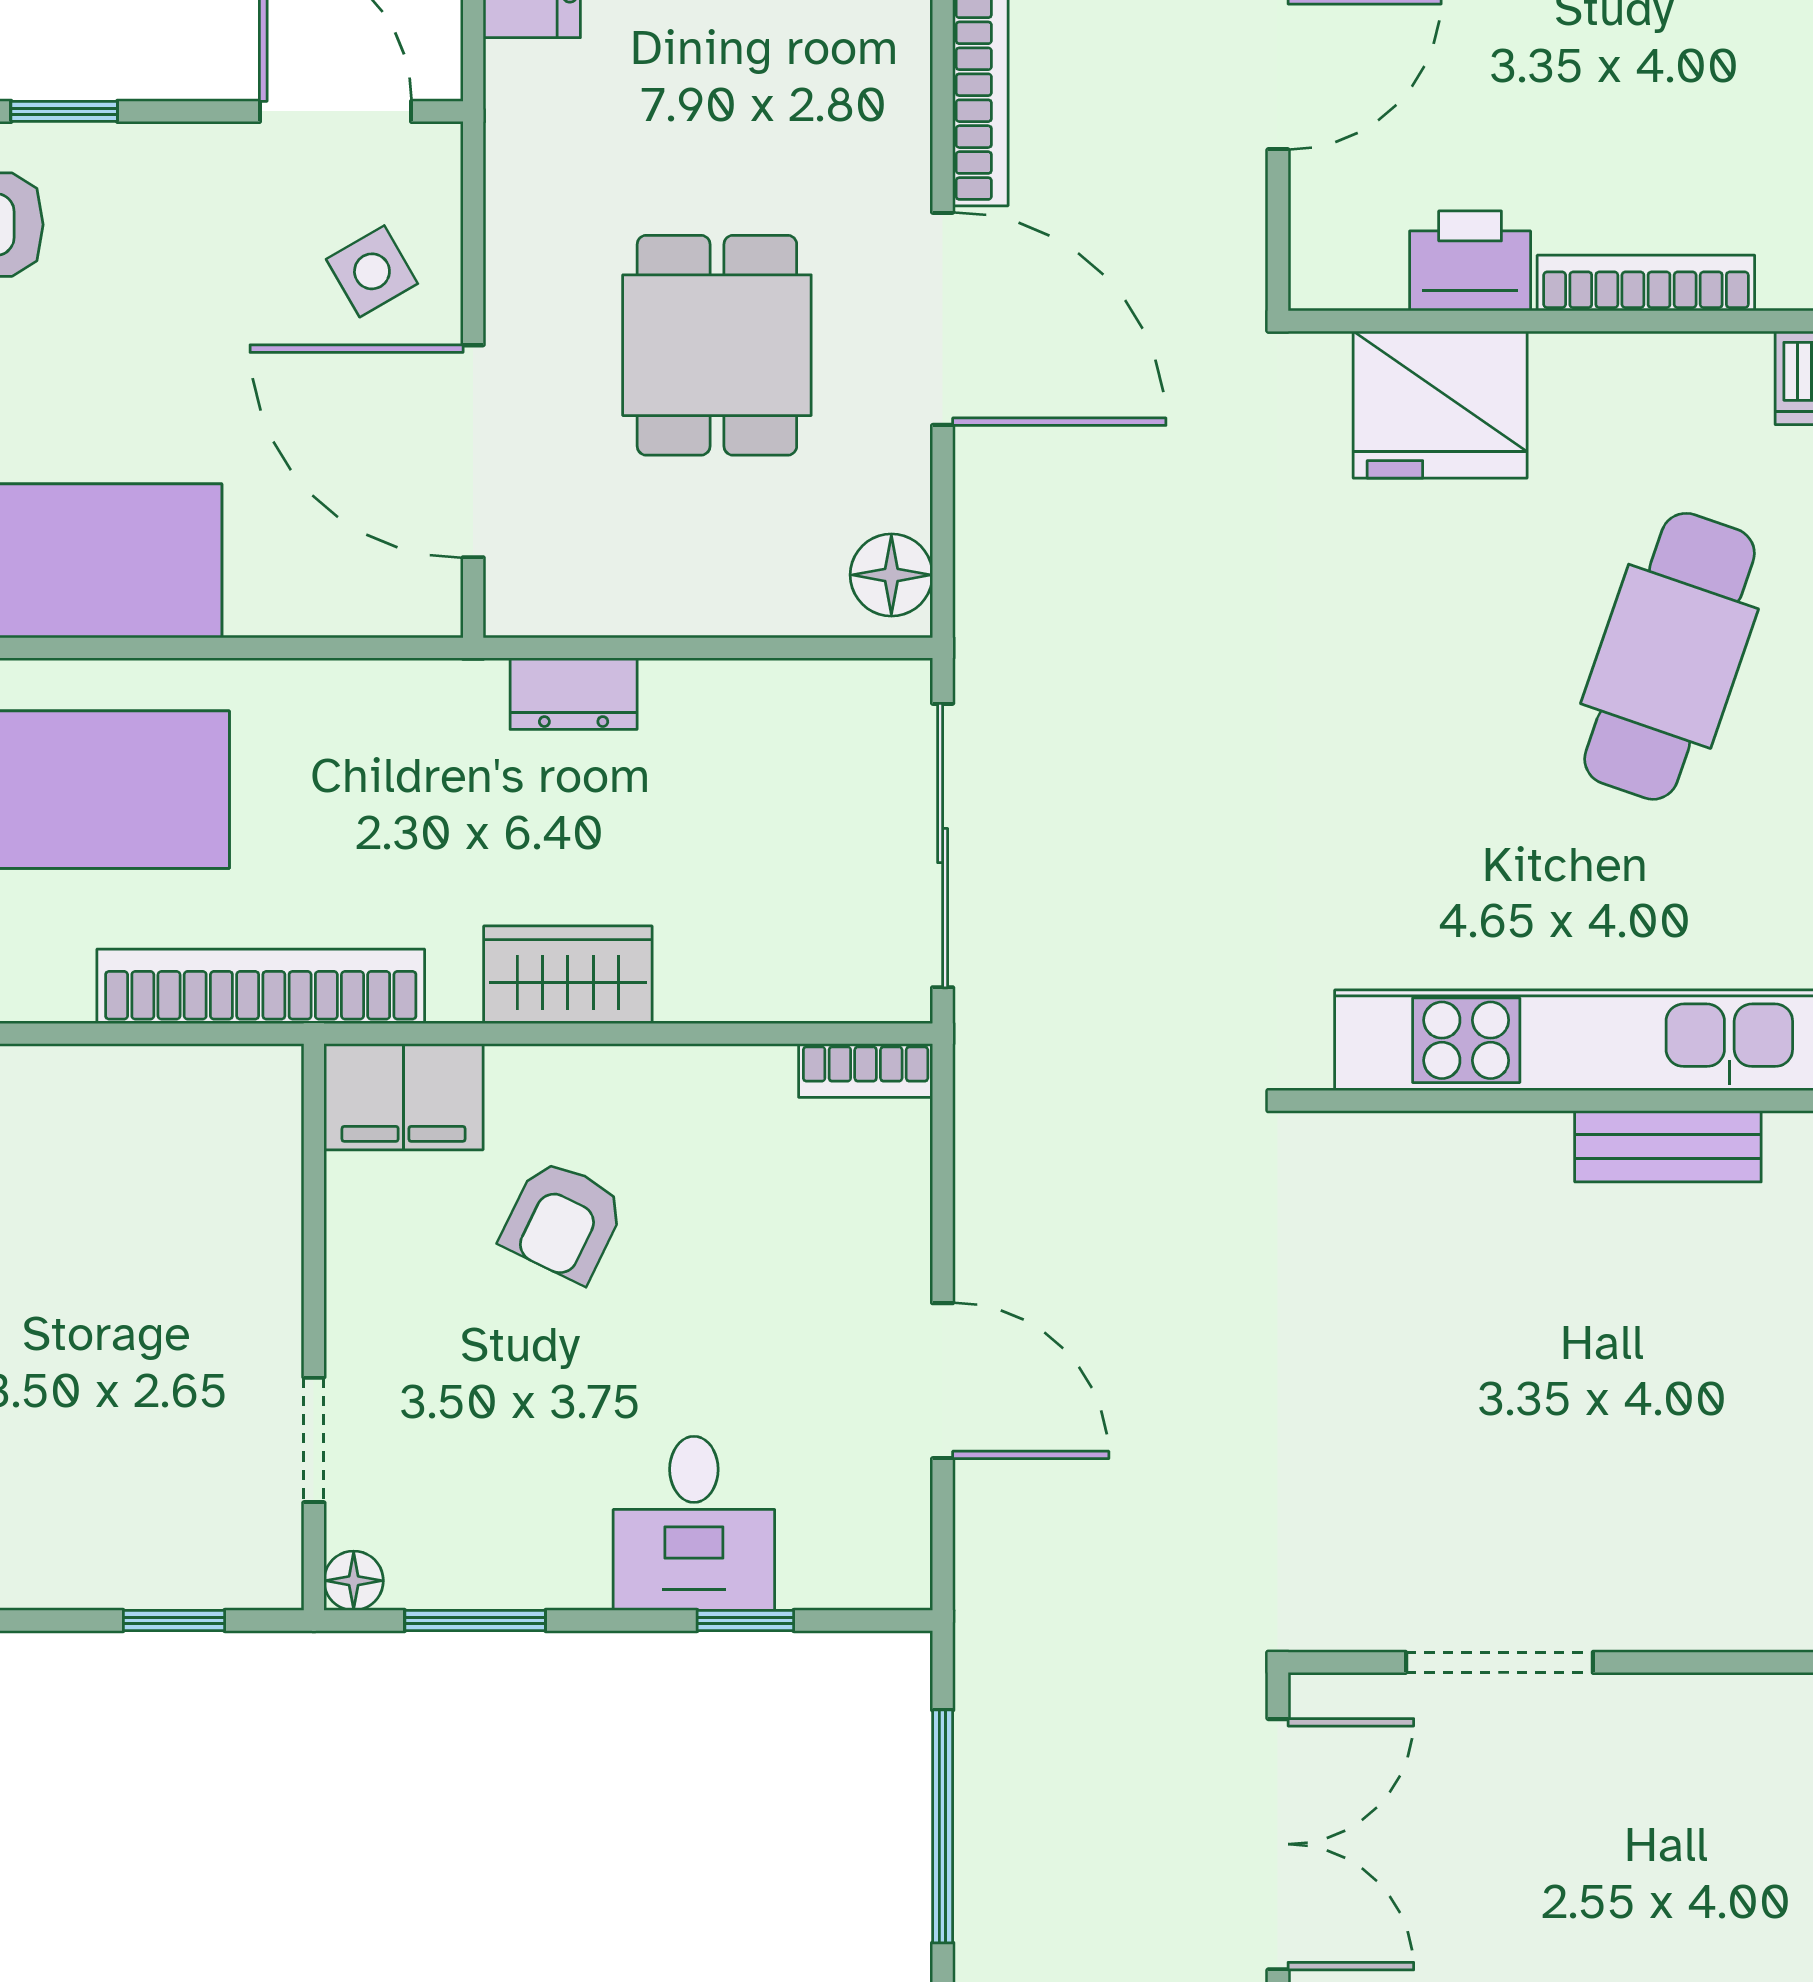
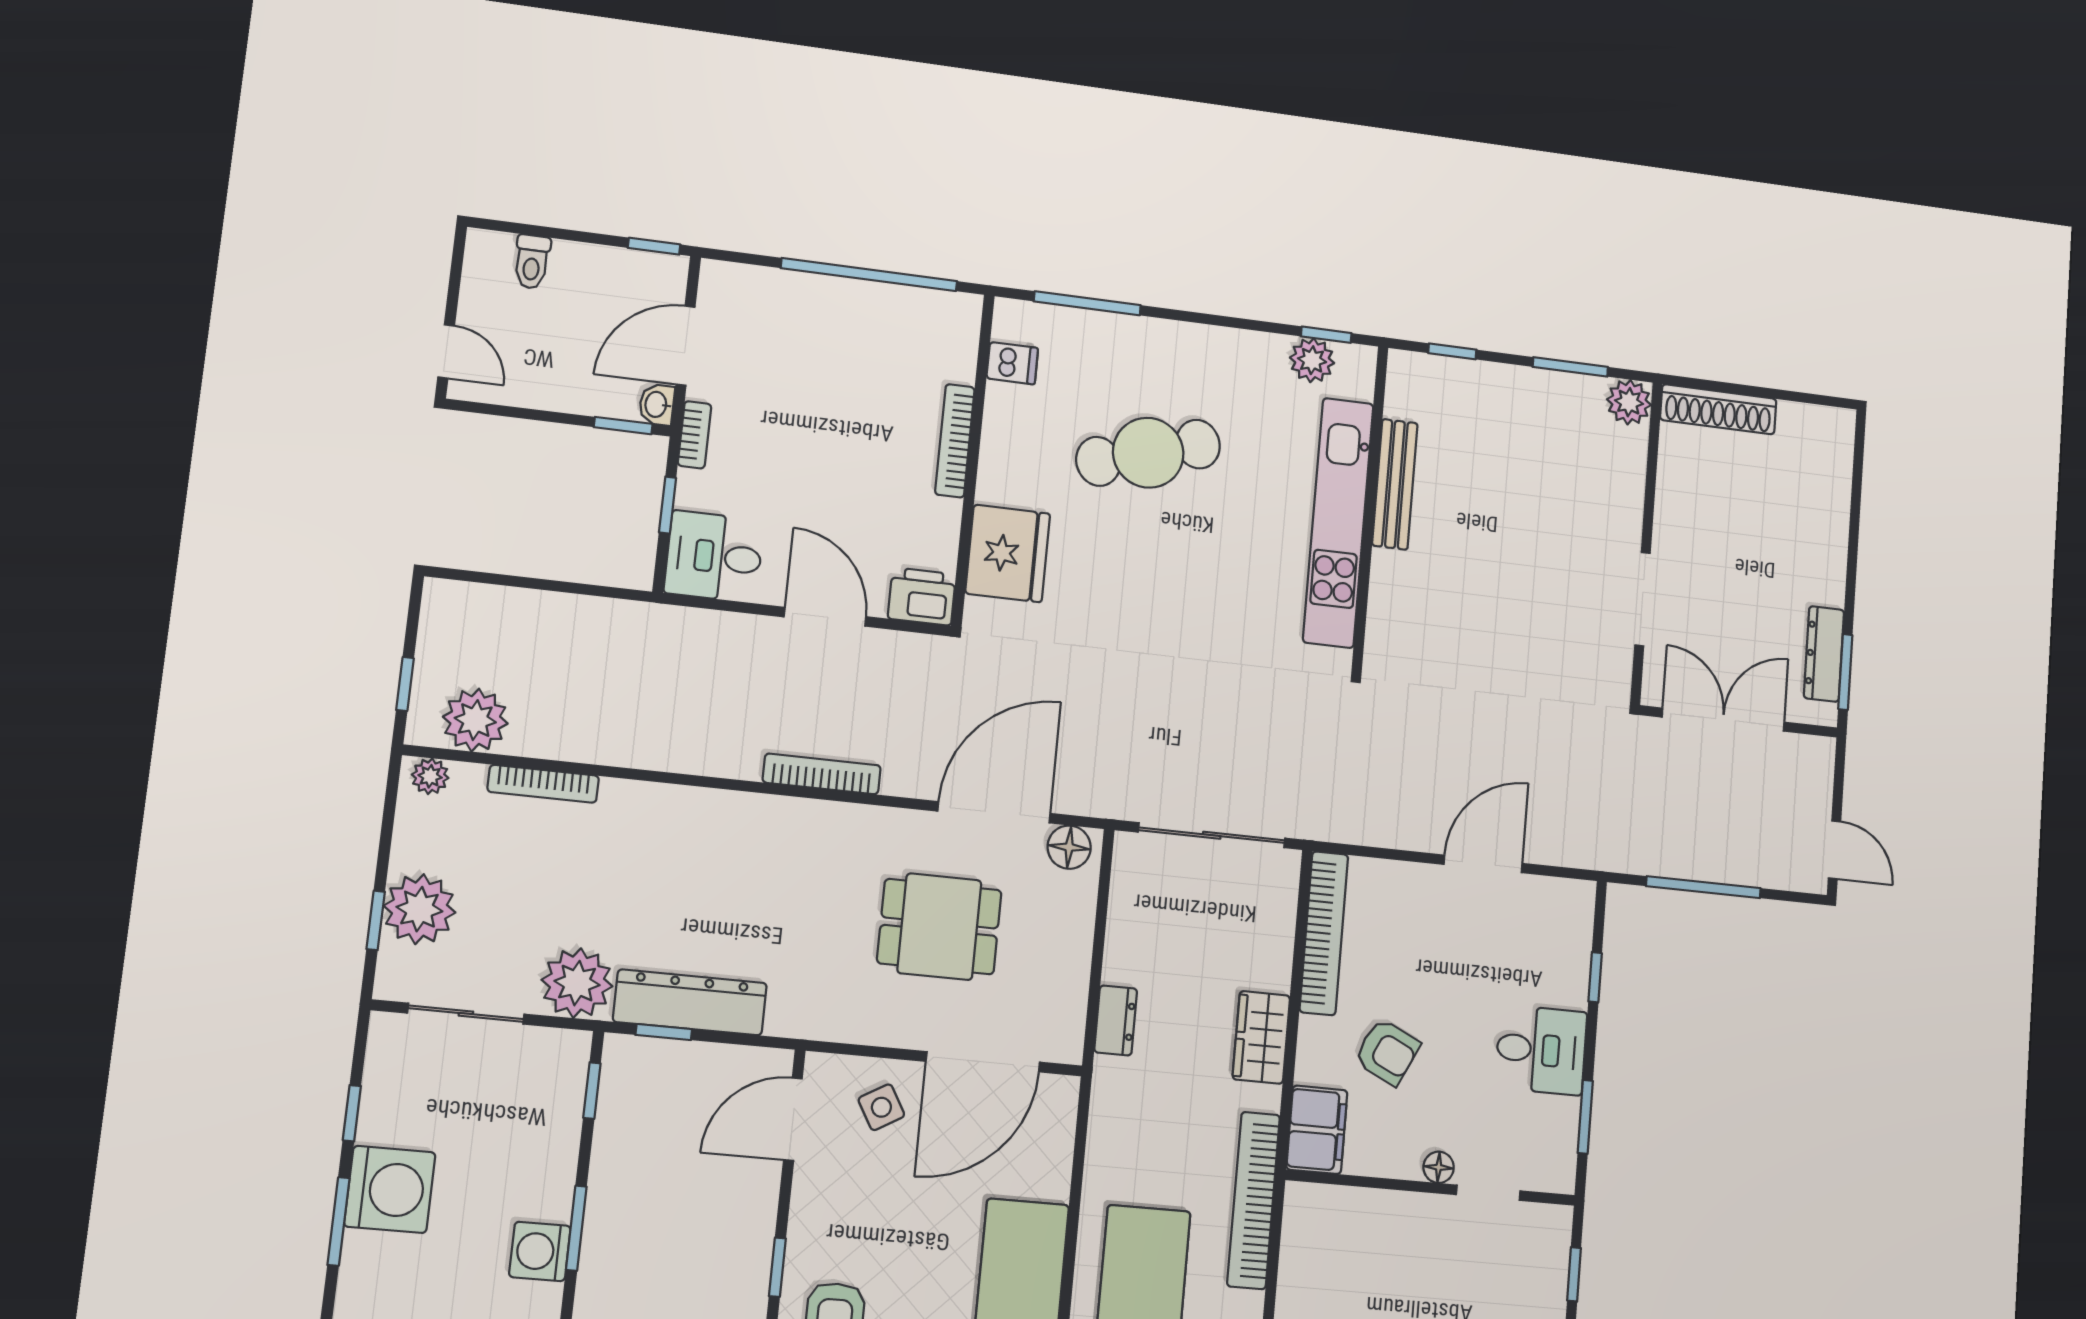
printer: (1470, 261) -> (922, 597), moved, turned 90
door: (943, 319) -> (994, 812), moved
cafe table: (1670, 656) -> (1148, 453), turned -36
bookcase: (866, 1070) -> (1324, 933), width x2.31, depth x1.31
bench: (1668, 1146) -> (1395, 484), width x1.36
desk: (694, 1523) -> (1541, 1050), moved
floor lamp: (354, 1581) -> (1439, 1167), moved

